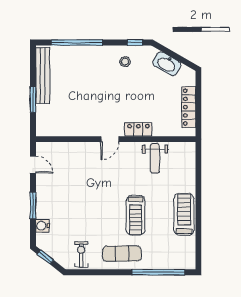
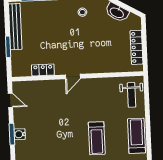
locker: (138, 130) -> (43, 70), moved
weight bench: (155, 158) -> (132, 95), moved
water cooler: (42, 226) -> (20, 134), moved

